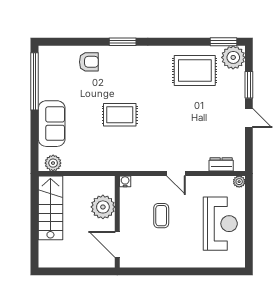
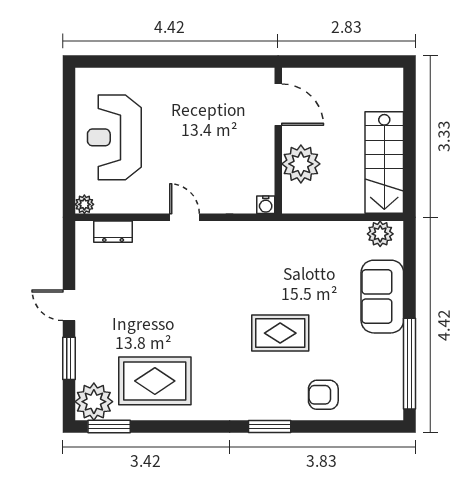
rug: (120, 115) -> (280, 333), moved
coffee table: (161, 216) -> (208, 150), removed

